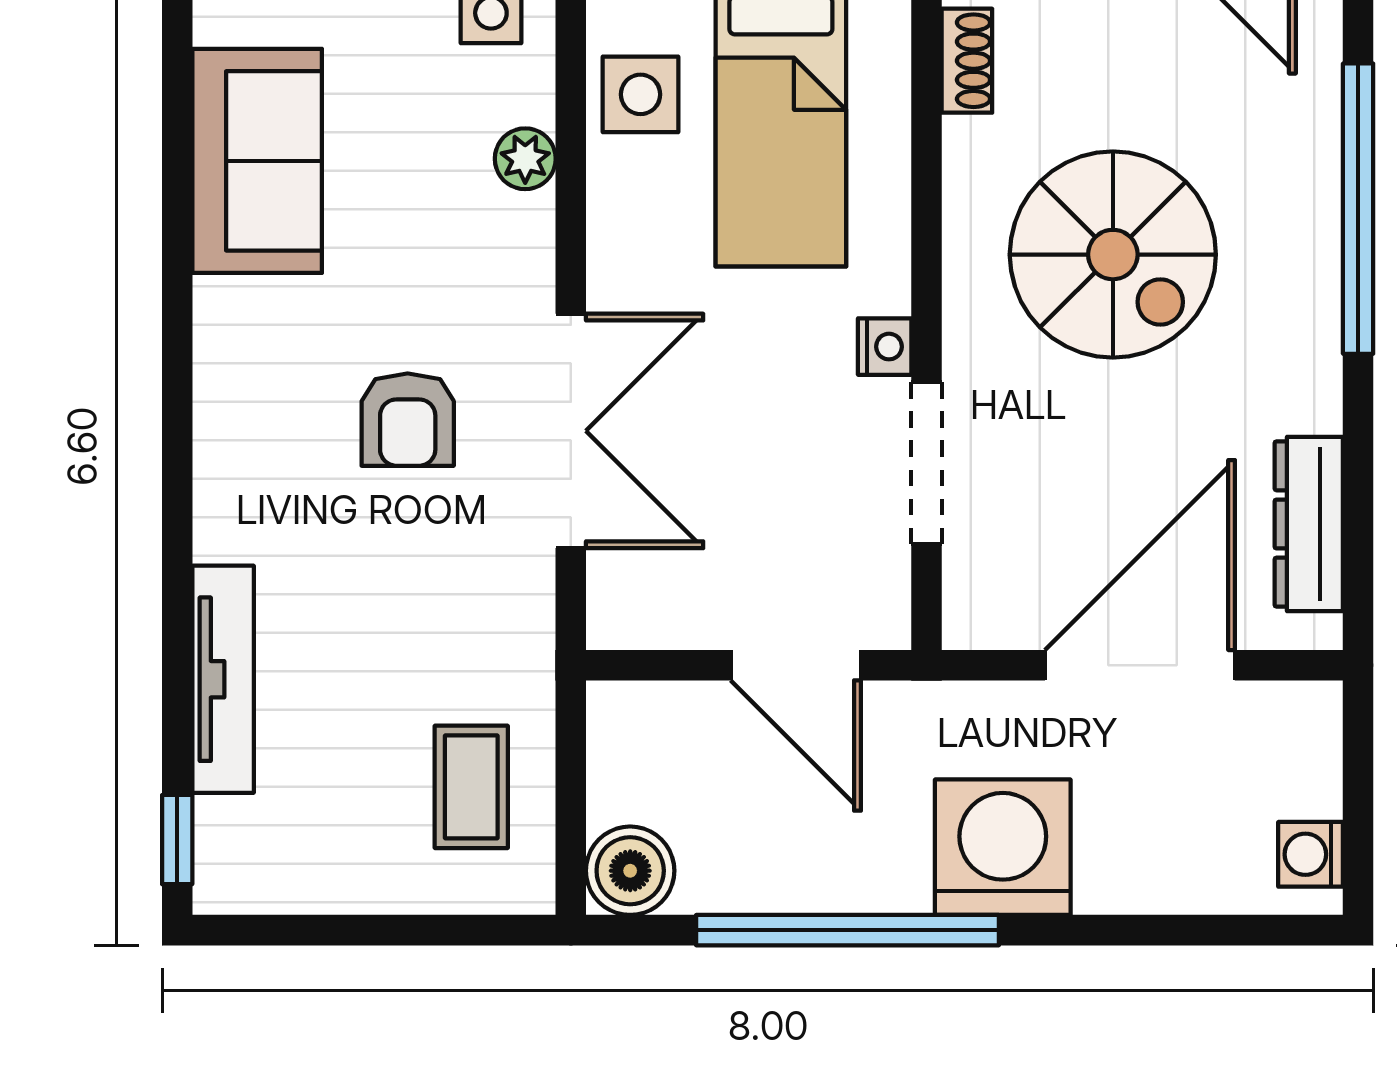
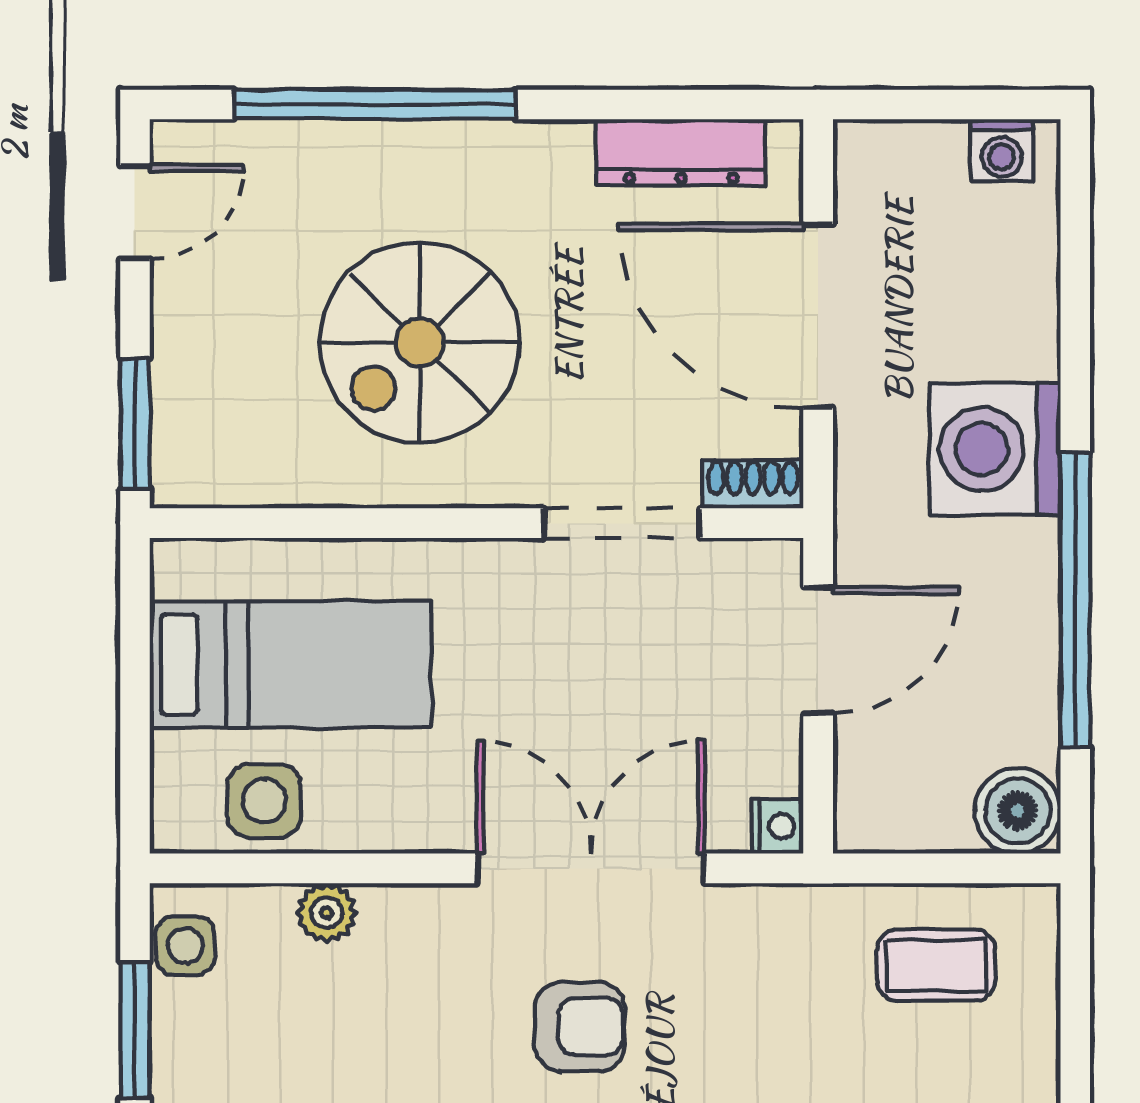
shoe rack: (967, 61) -> (753, 484), moved
spiral stairs: (1113, 255) -> (420, 342), turned 180
nightstand: (885, 347) -> (778, 826), moved, turned 90

